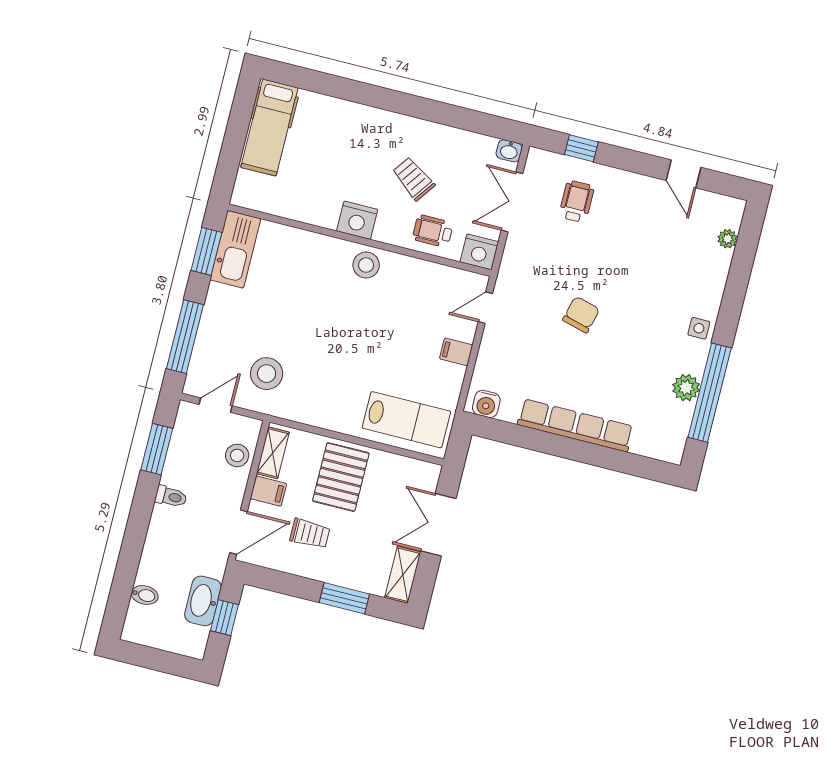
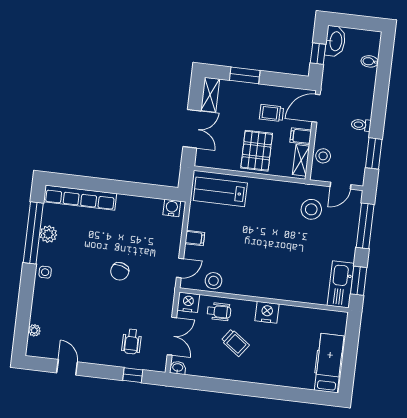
stool: (366, 265) -> (214, 281), moved
row of seats: (575, 425) -> (80, 198), moved
washbasin: (203, 601) -> (335, 41), moved

